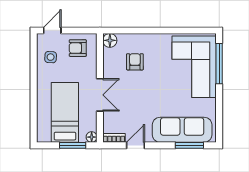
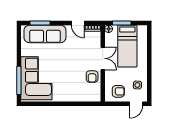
floor lamp: (110, 40) -> (96, 97), removed
armchair: (135, 62) -> (92, 77), moved
double door: (100, 95) -> (103, 58), swing flipped
door: (136, 145) -> (78, 23), hinge flipped

